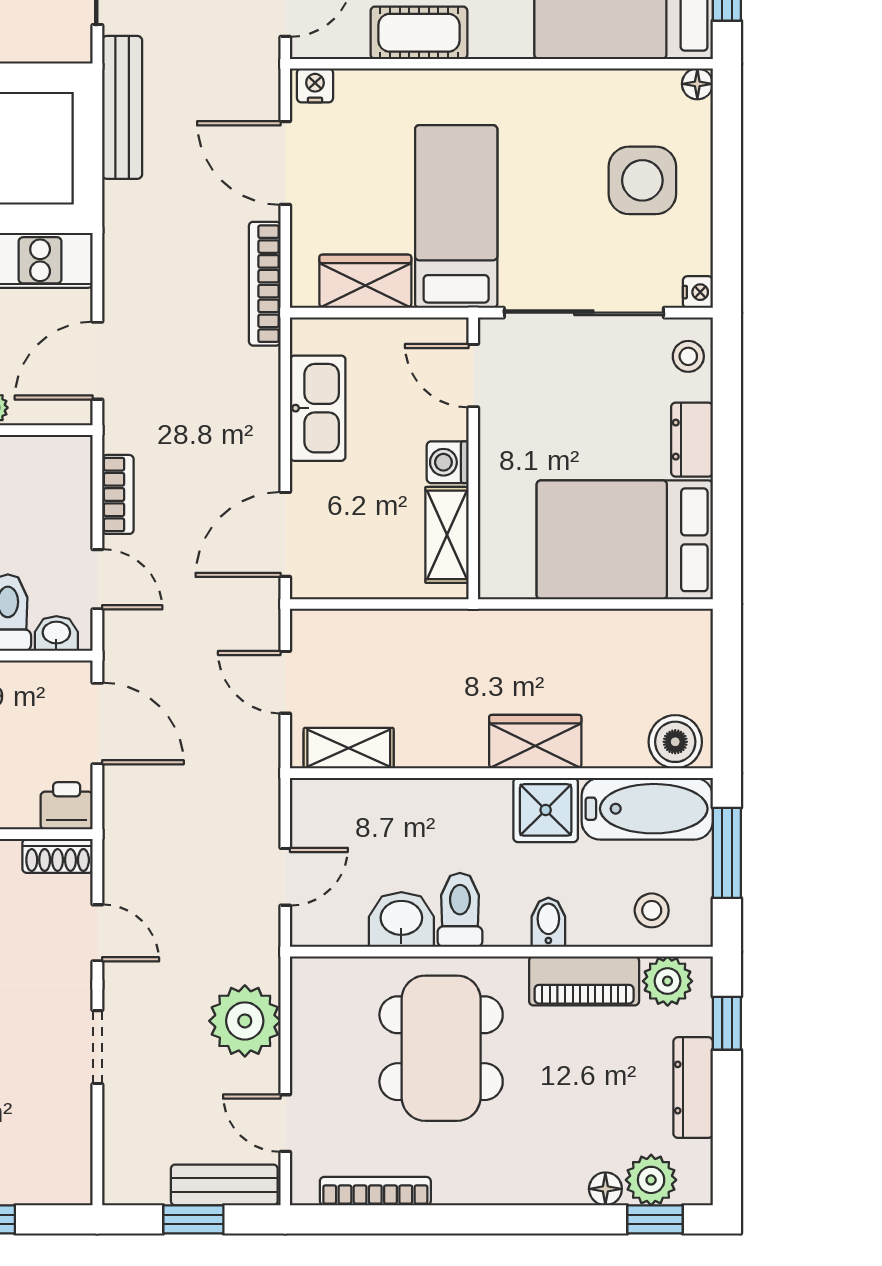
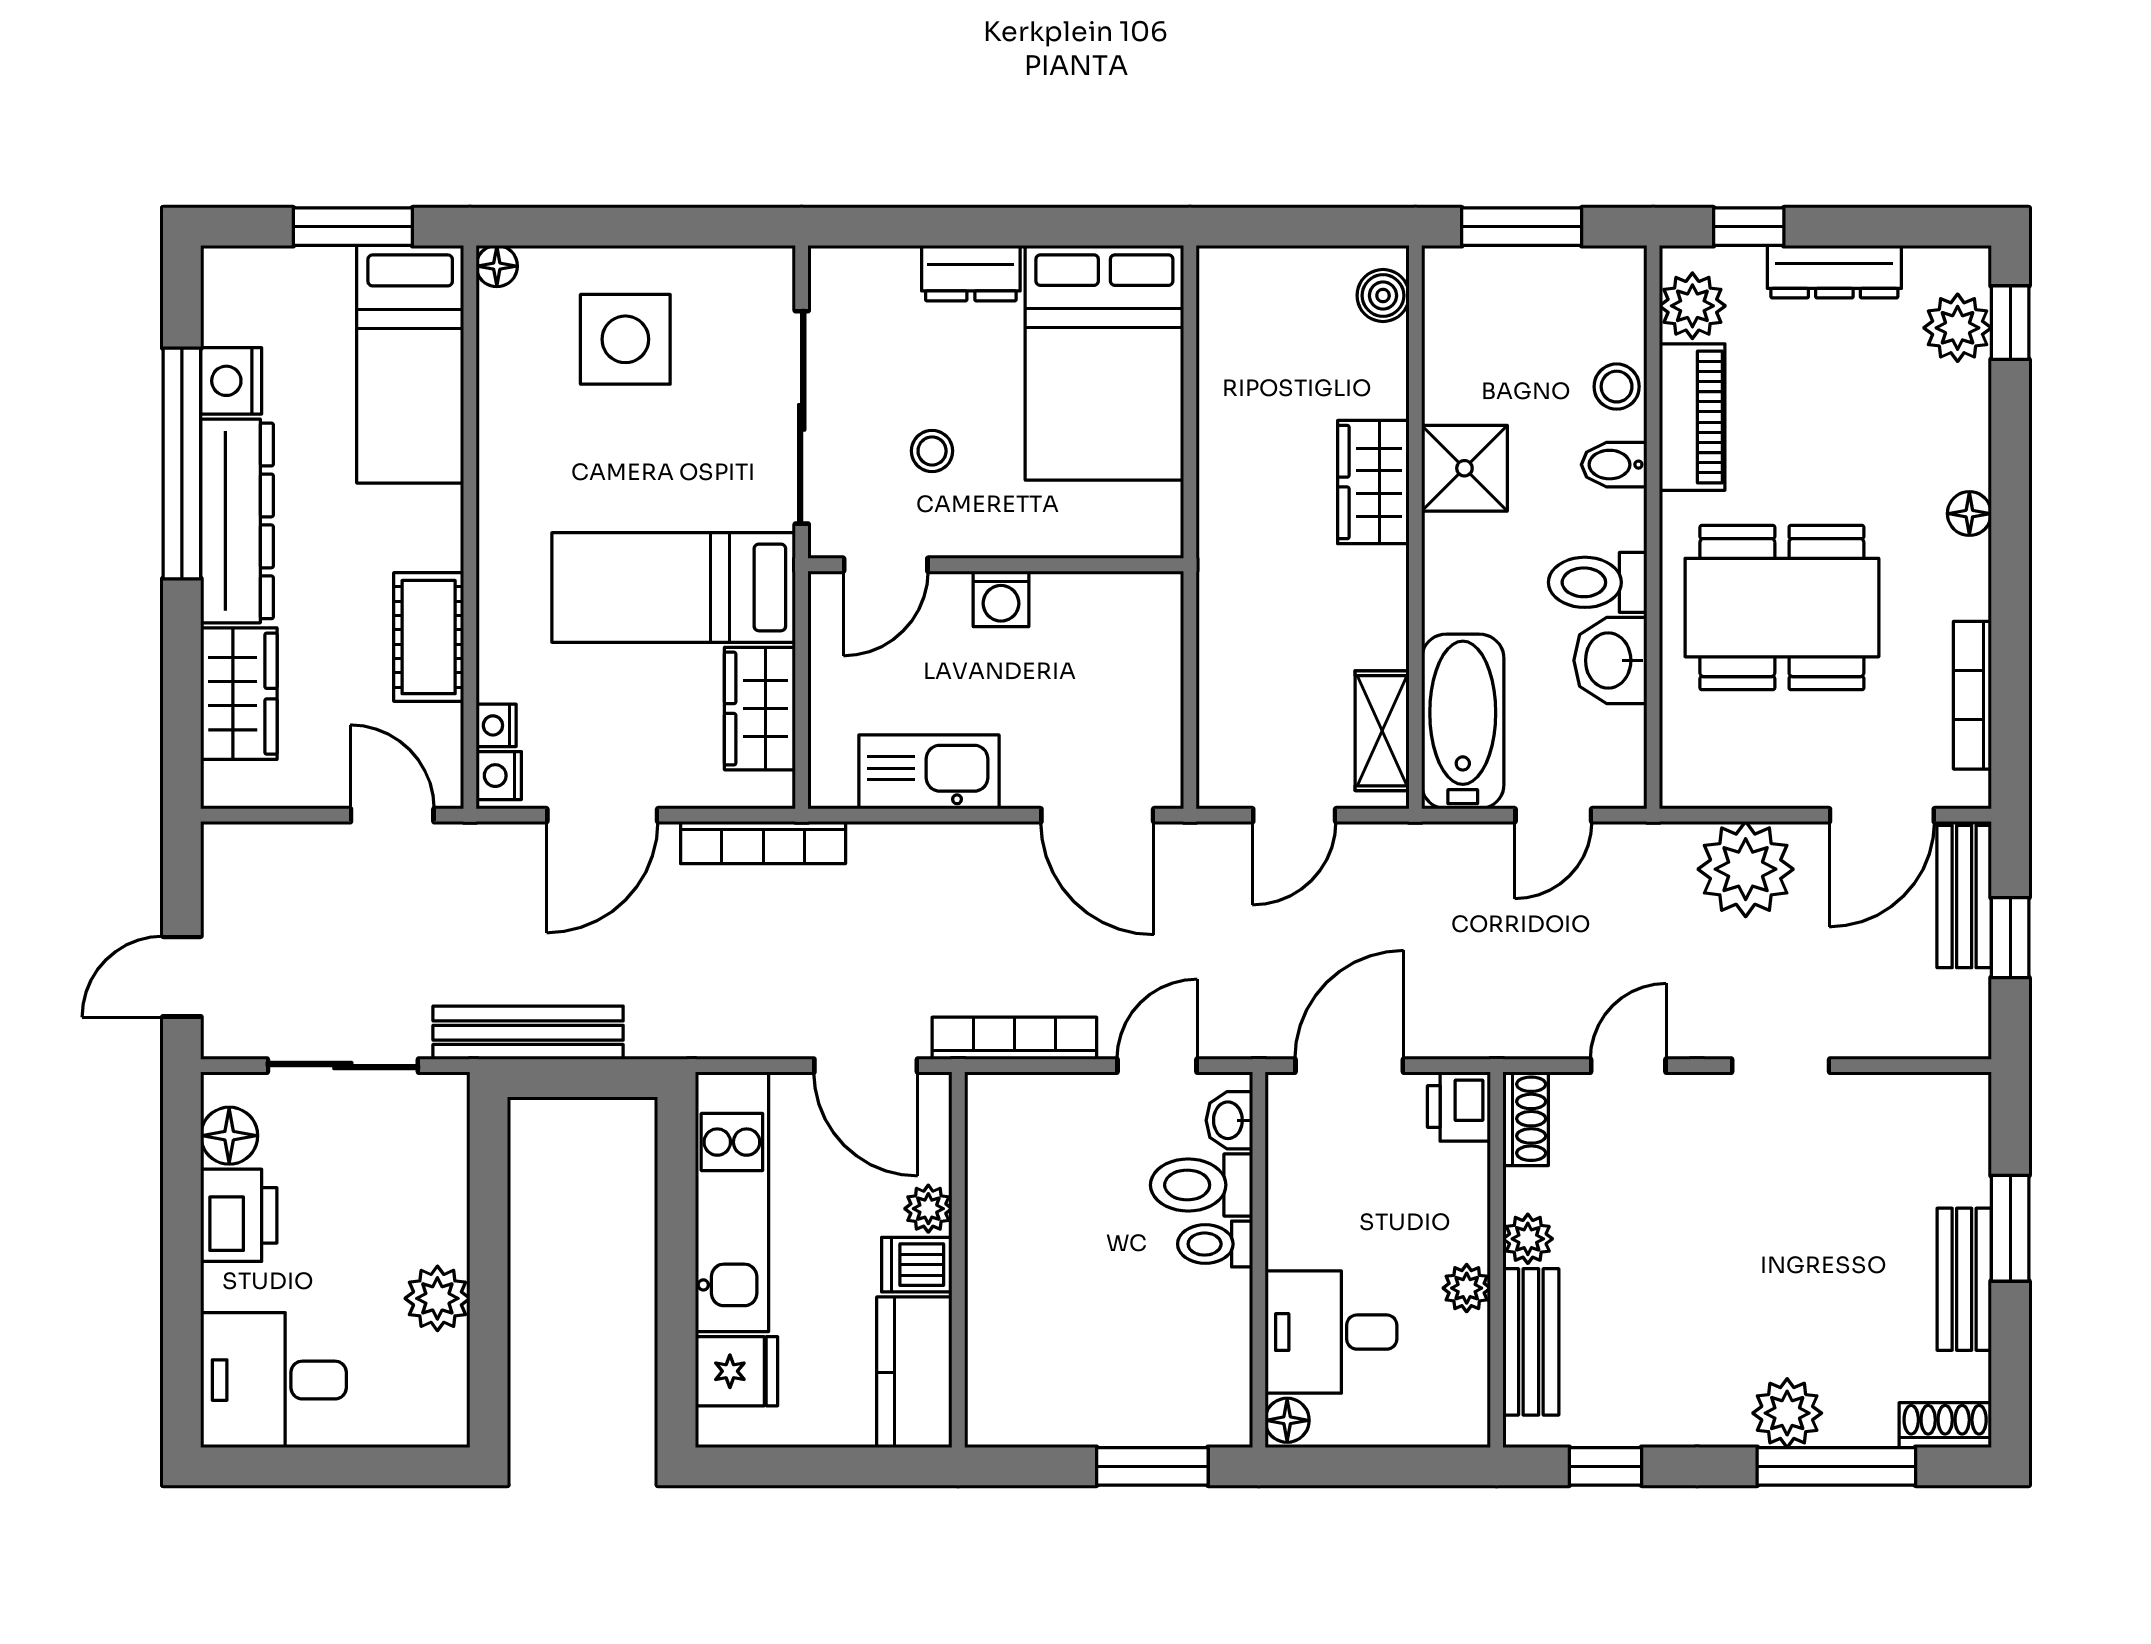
nightstand: (698, 292) -> (496, 725), moved, turned -90
stool: (688, 356) -> (932, 451), moved
bookcase: (118, 494) -> (1014, 1038), width x1.56
shelving: (447, 535) -> (1098, 600), removed
boiler: (675, 742) -> (1383, 296), width x0.73, depth x0.73
bathtub: (647, 809) -> (1463, 721), moved
door: (285, 877) -> (1553, 815), swing flipped
stool: (652, 910) -> (1617, 387), moved
door: (285, 1123) -> (1882, 815), width x1.37
floor lamp: (605, 1189) -> (1969, 514), moved

